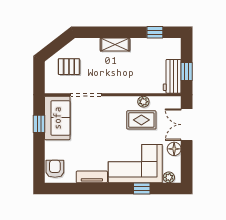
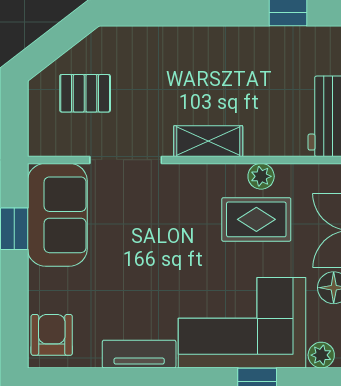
shelving: (115, 45) -> (208, 141), moved

